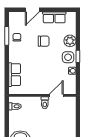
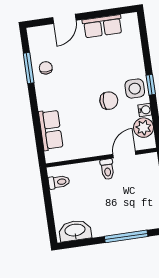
chair: (44, 41) -> (109, 101), moved
plant: (70, 41) -> (144, 128), moved

